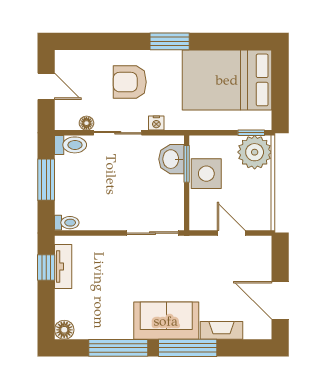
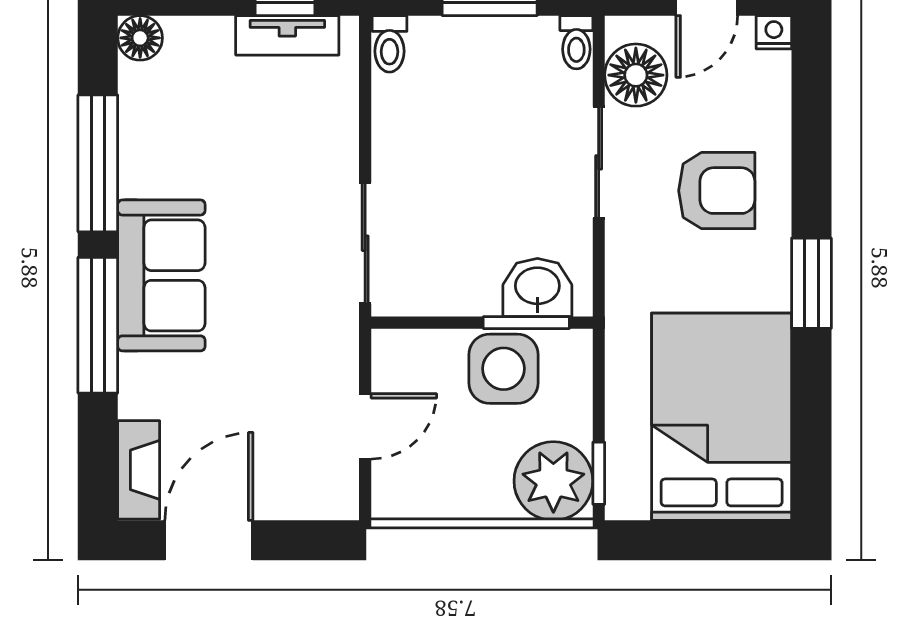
armchair: (130, 82) -> (717, 191), turned 90
floor lamp: (86, 123) -> (636, 75), width x1.89, depth x1.89
nightstand: (156, 123) -> (774, 32), moved, turned 90
toilet: (71, 145) -> (576, 42), width x0.73, depth x0.72
fireplace: (222, 330) -> (139, 470), moved

